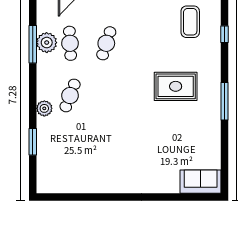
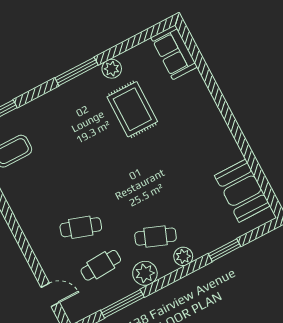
plant: (47, 43) -> (145, 273), moved
rug: (176, 86) -> (132, 109), moved
plant: (213, 129) -> (112, 69), added
booth: (70, 178) -> (242, 191), added

